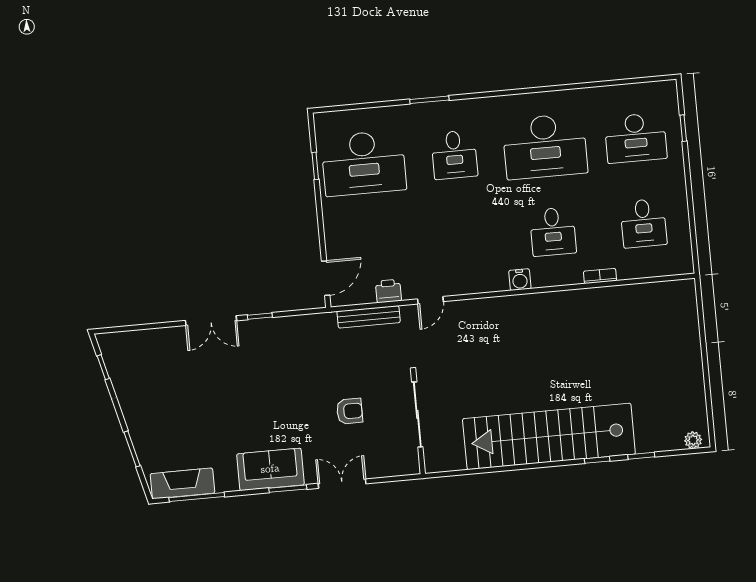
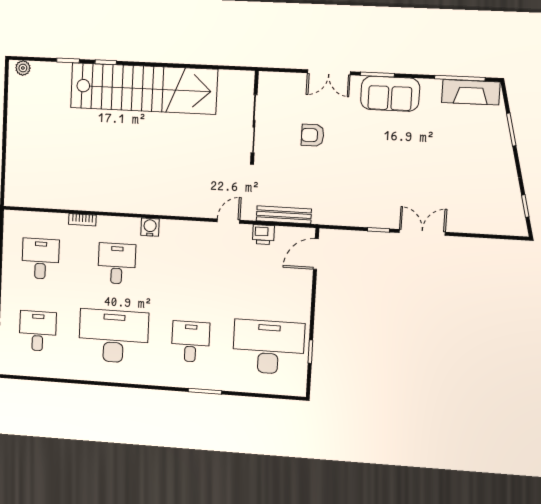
desk: (636, 138) -> (38, 331), width x0.73

